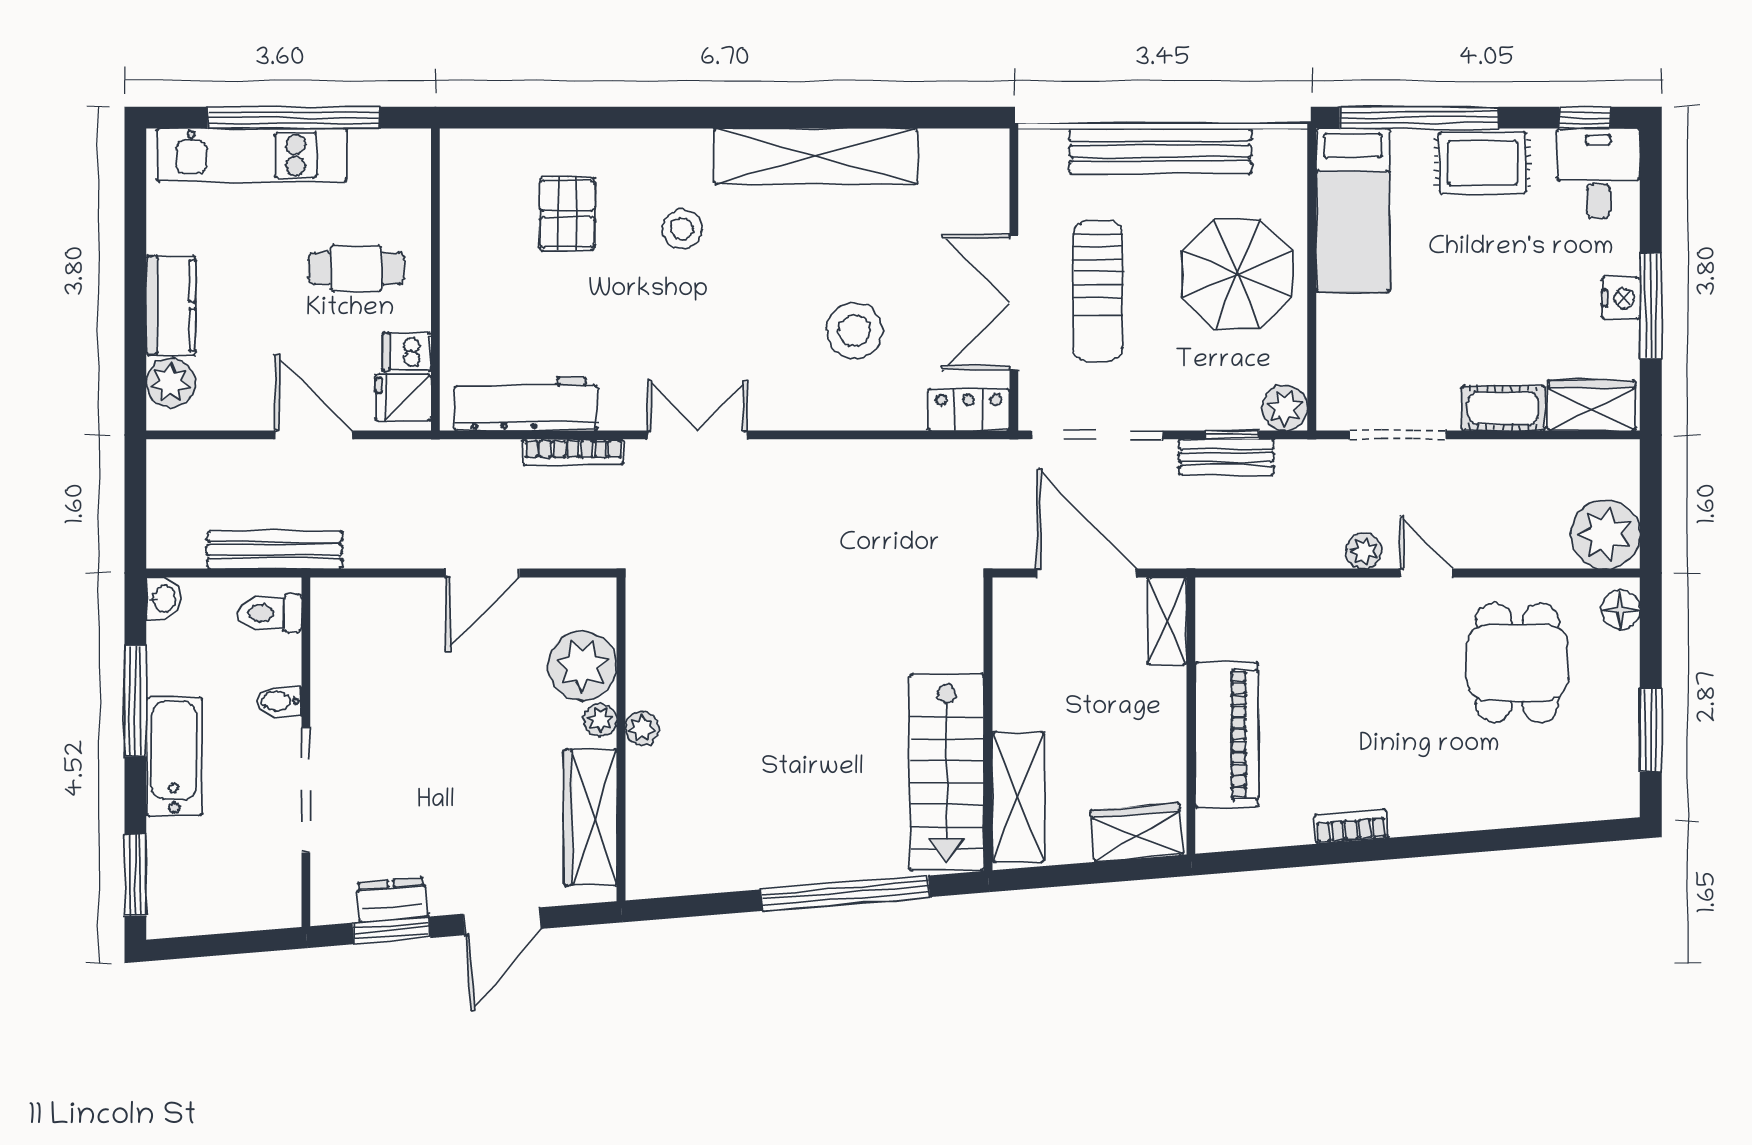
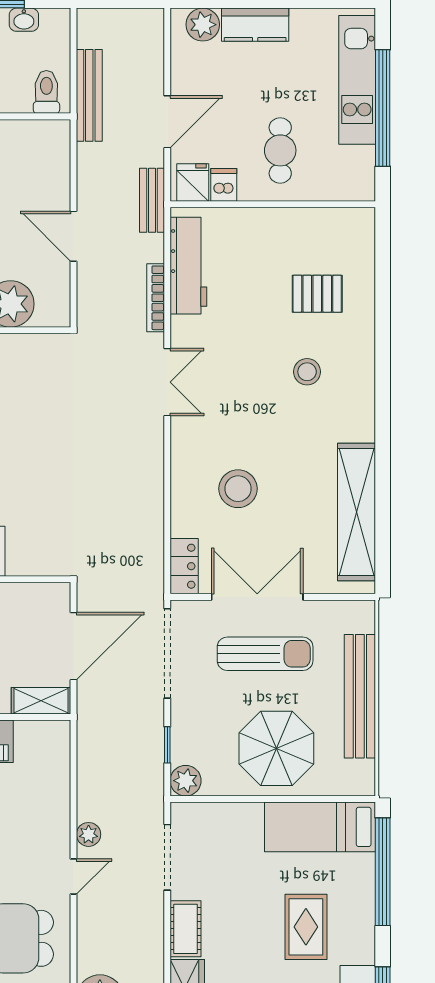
shelving: (816, 156) -> (356, 512), moved
rug: (1483, 163) -> (306, 927), moved
sun lounger: (1098, 291) -> (265, 654), turned 180
bench: (1226, 457) -> (152, 200), moved
washbasin: (163, 599) -> (24, 20), moved

